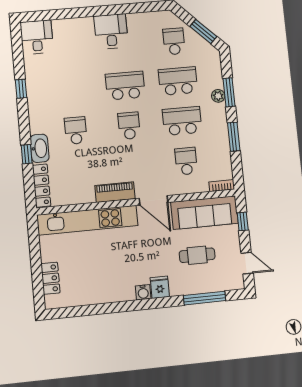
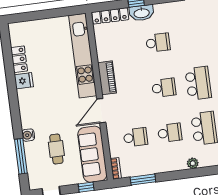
window: (229, 92) -> (196, 173), removed
school desk: (182, 121) -> (170, 133), width x0.54
window: (234, 137) -> (143, 180), moved
locker: (51, 278) -> (19, 59), moved, turned -90
fridge: (160, 287) -> (24, 81), moved
water cooler: (143, 292) -> (28, 135), moved

